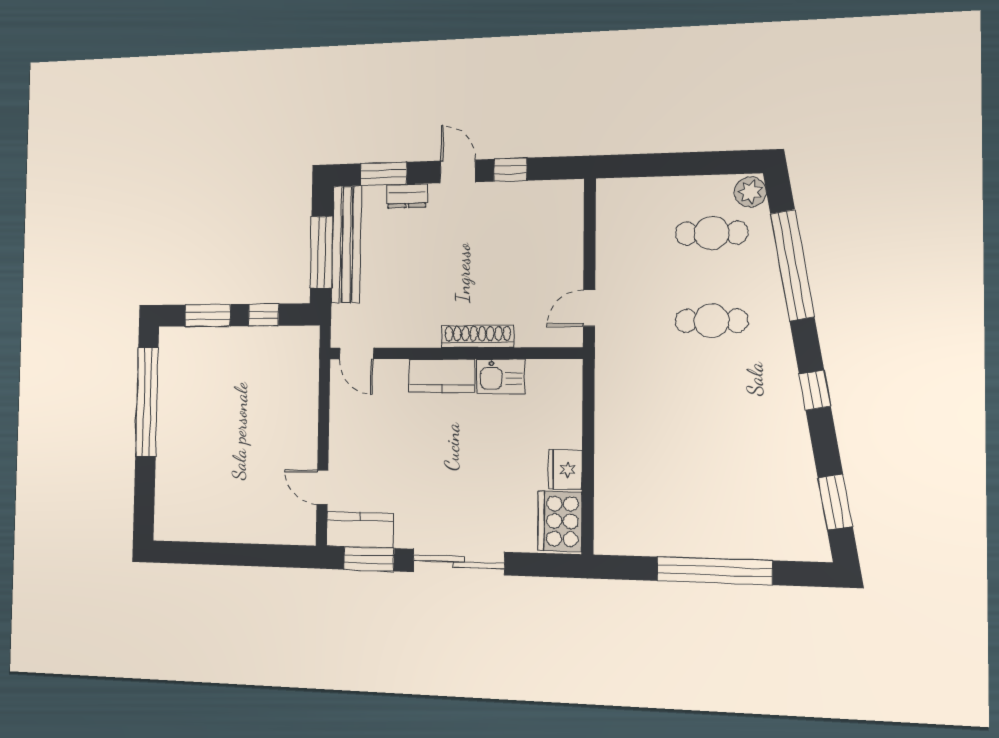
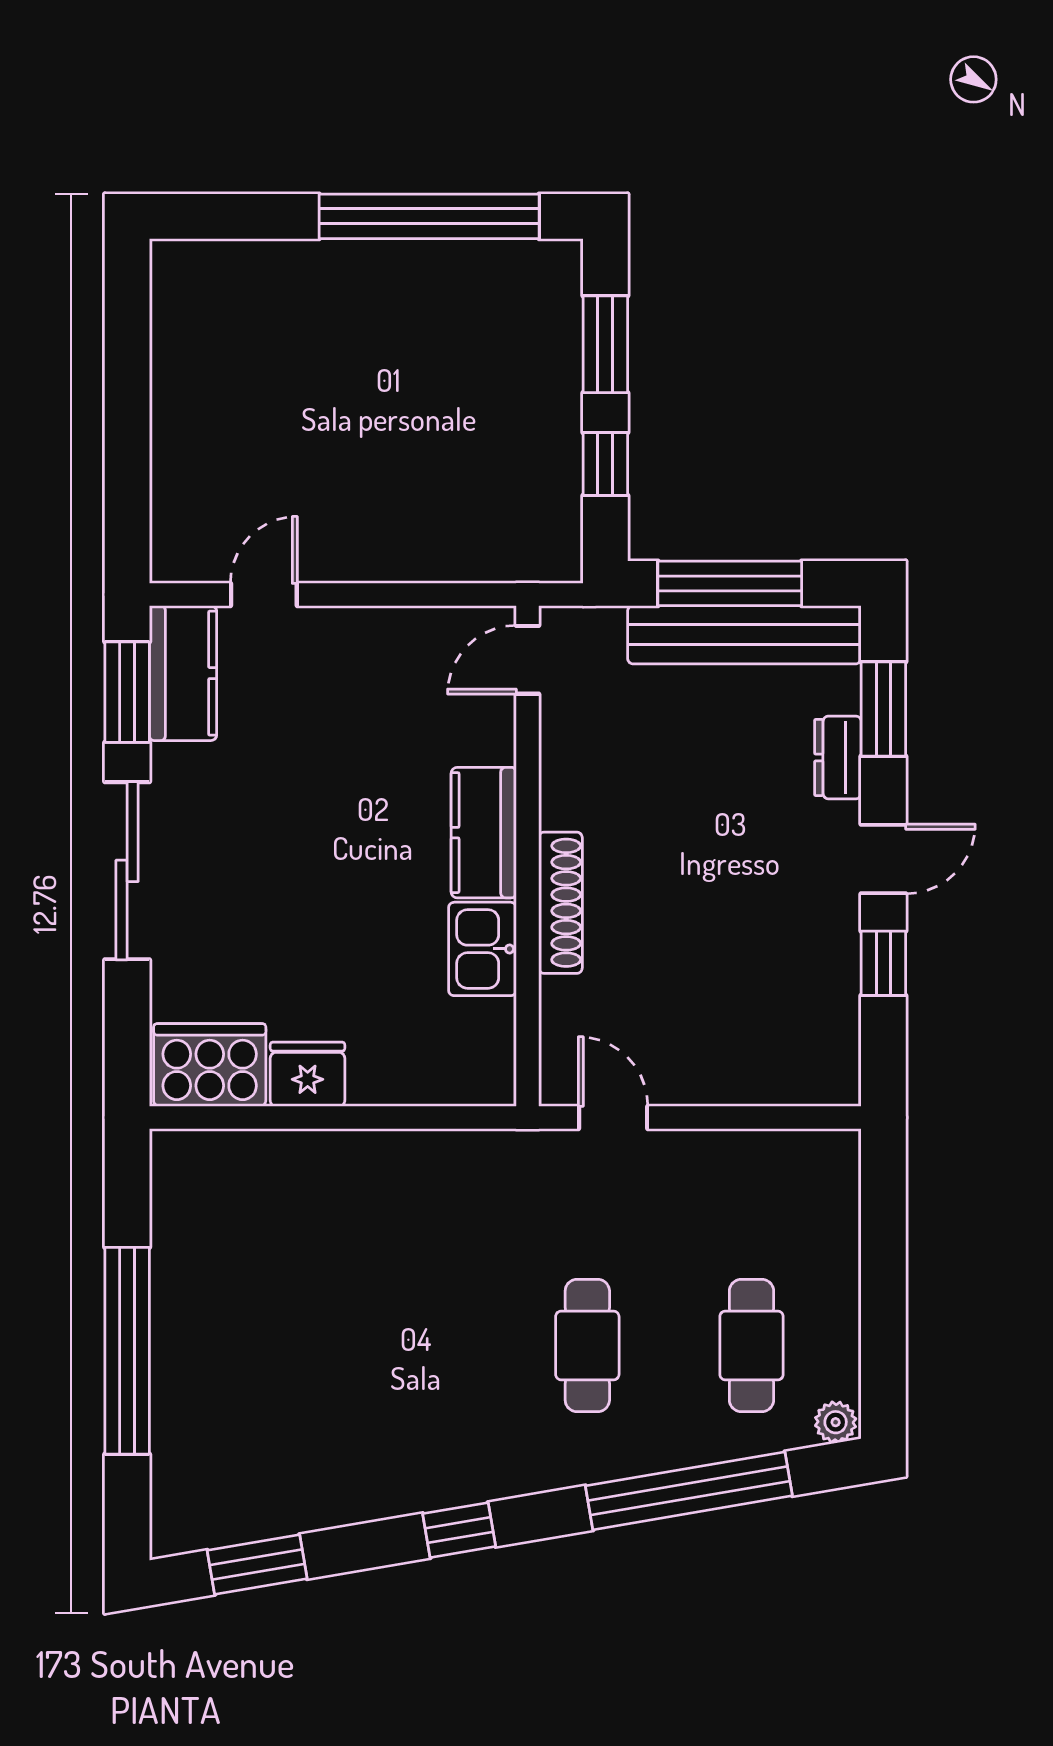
plant: (750, 192) -> (836, 1422), width x0.73, depth x0.73

